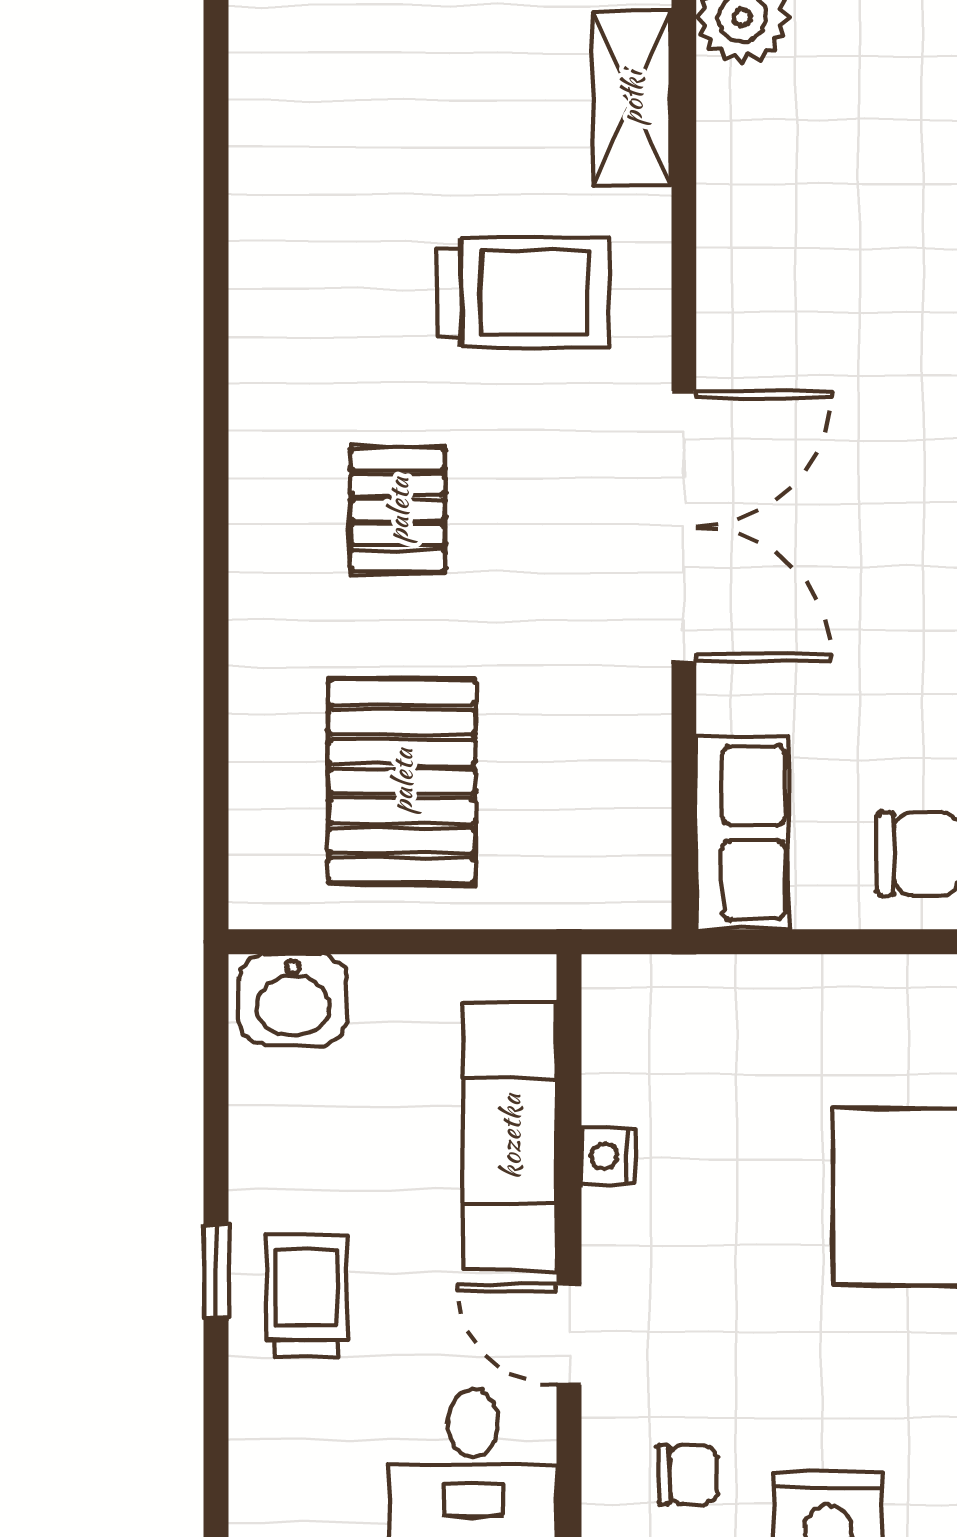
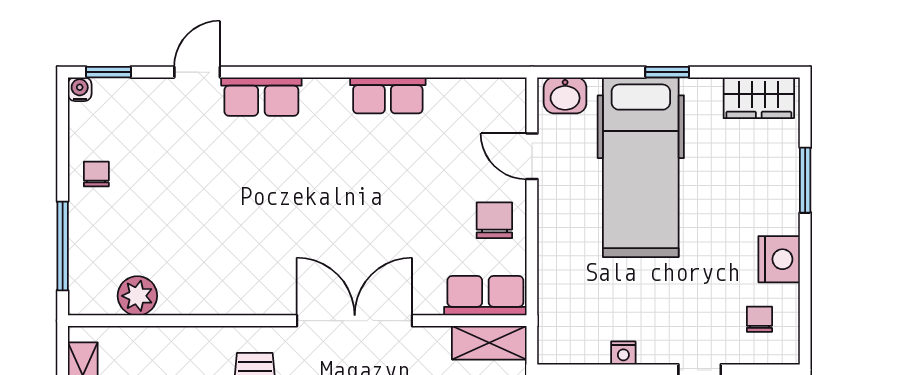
shelving: (632, 98) -> (489, 343), moved

